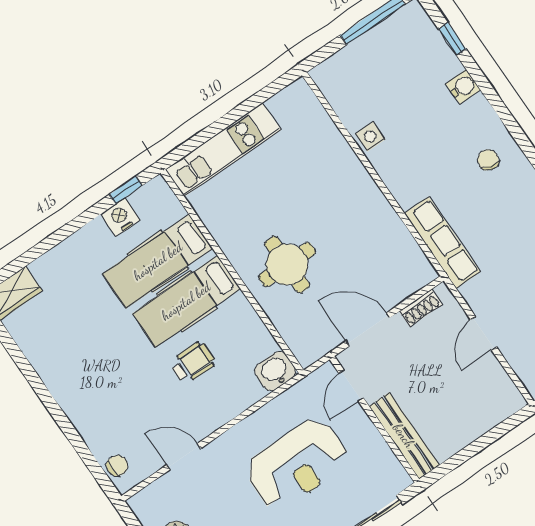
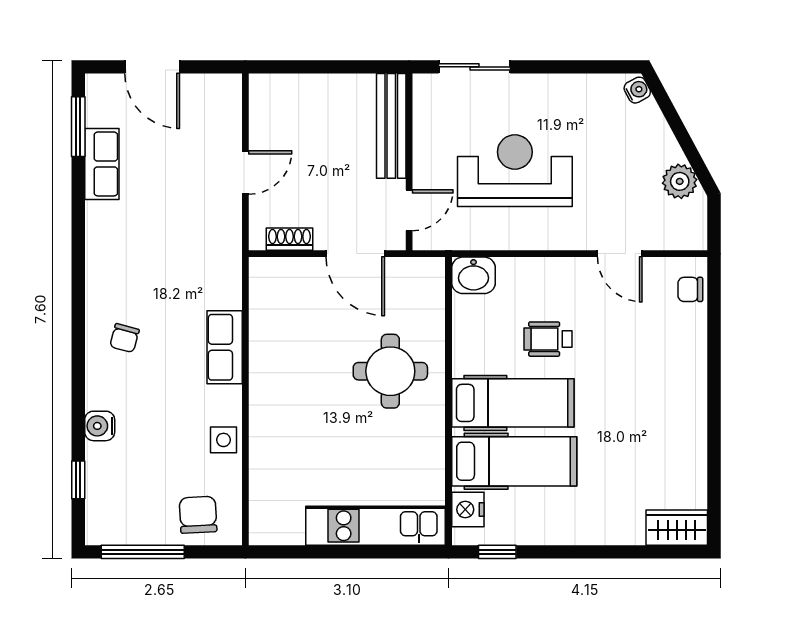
chair: (352, 72) -> (198, 515), added
nightstand: (120, 217) -> (468, 510), moved, turned 90
row of seats: (442, 243) -> (225, 347), moved, width x0.68

